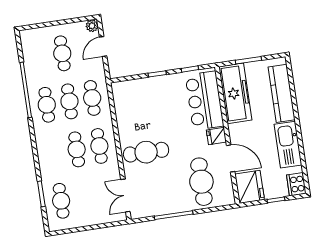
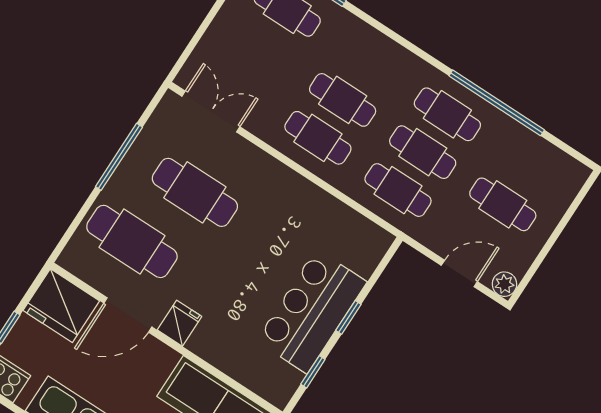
door: (103, 47) -> (459, 274), hinge flipped
bar counter: (205, 101) -> (312, 311), moved, turned -90
cafe table: (146, 152) -> (195, 192), moved, turned 90

